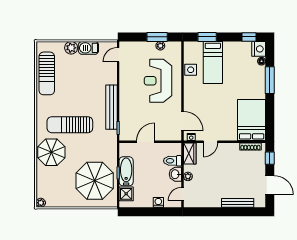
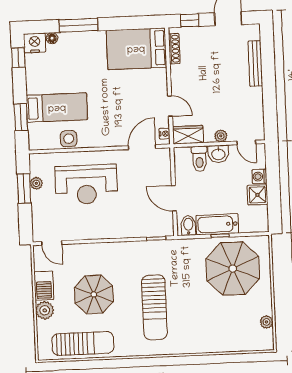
bench: (111, 107) -> (127, 249), removed
bidet: (126, 151) -> (188, 226), added
parasol: (51, 152) -> (94, 294), moved
shower: (126, 194) -> (257, 195), moved
plant: (41, 203) -> (266, 322), moved

